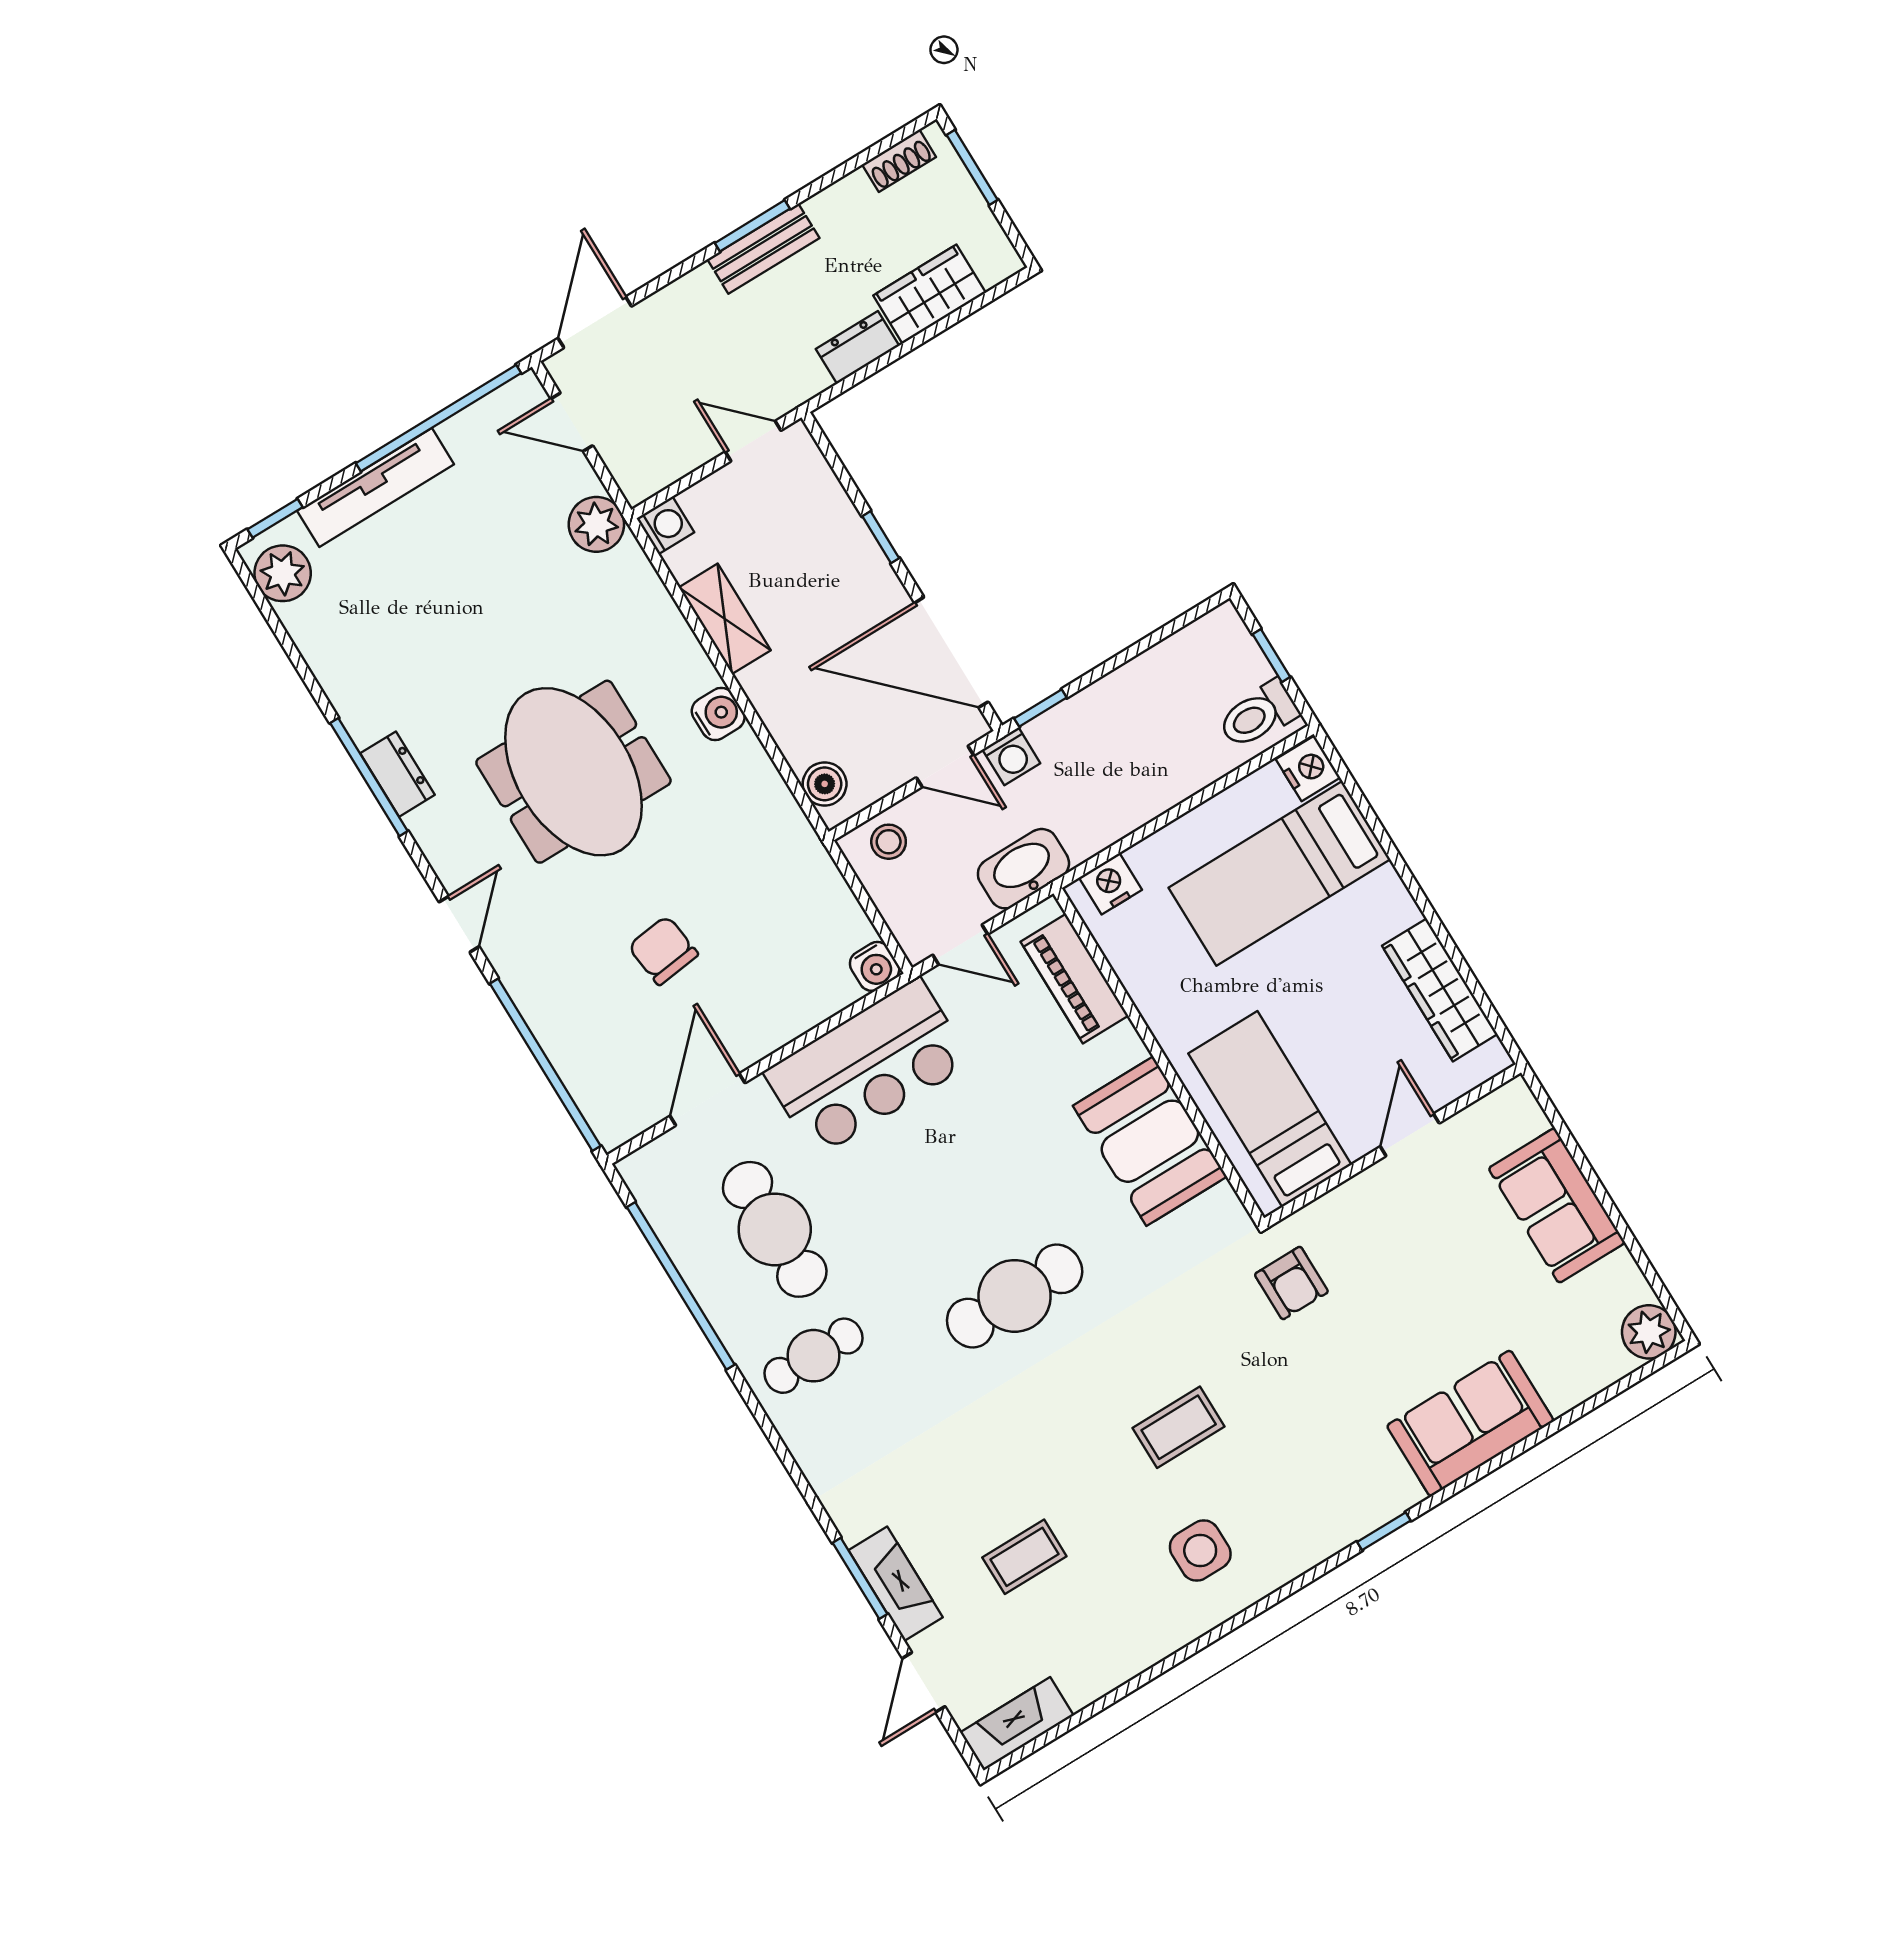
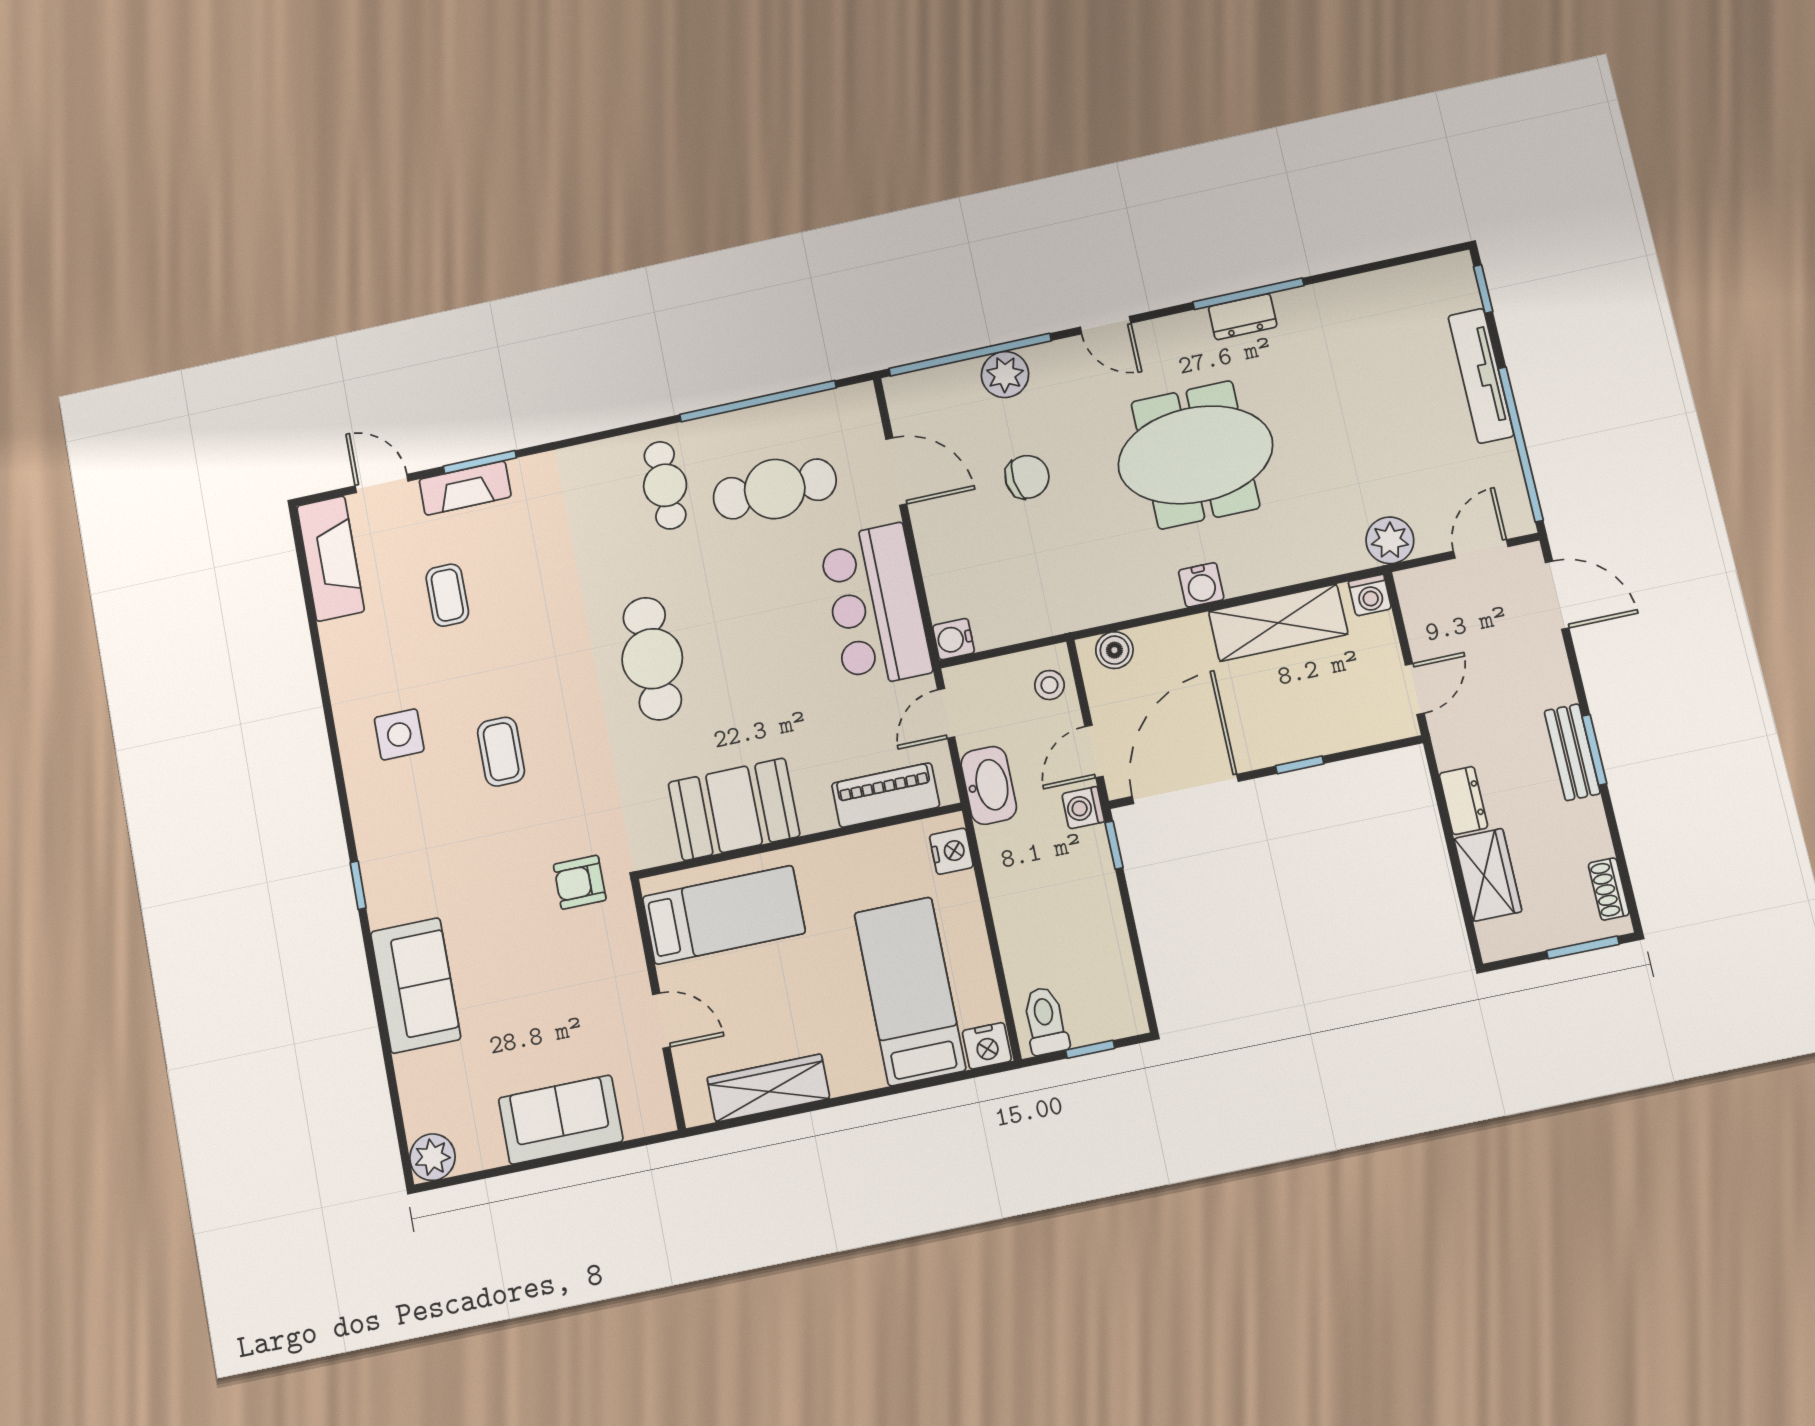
plant: (283, 573) -> (1005, 375), moved
shelving: (725, 619) -> (1278, 623), width x1.50, depth x1.33
fireplace: (1017, 1724) -> (331, 559), width x1.37, depth x1.32

